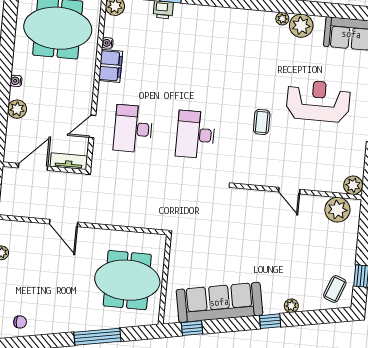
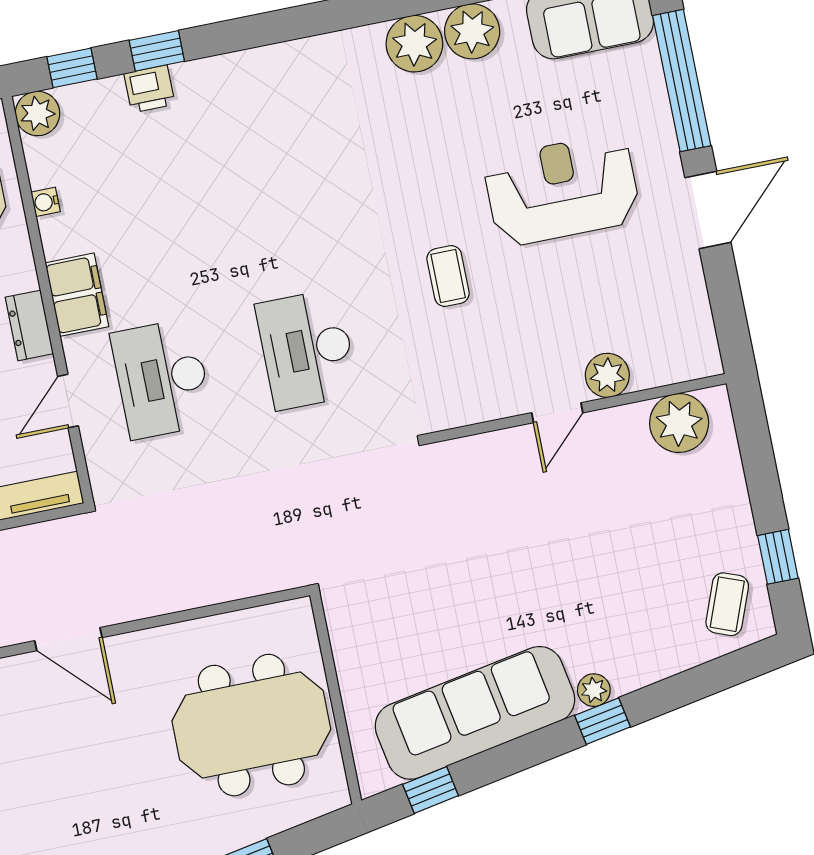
plant: (282, 19) -> (414, 44), width x1.88, depth x1.88
filing cabinet: (111, 66) -> (77, 295), moved
dresser: (86, 91) -> (29, 325), added
plant: (353, 185) -> (607, 375), moved
door: (289, 191) -> (557, 413), hinge flipped
plant: (291, 306) -> (594, 690), moved

